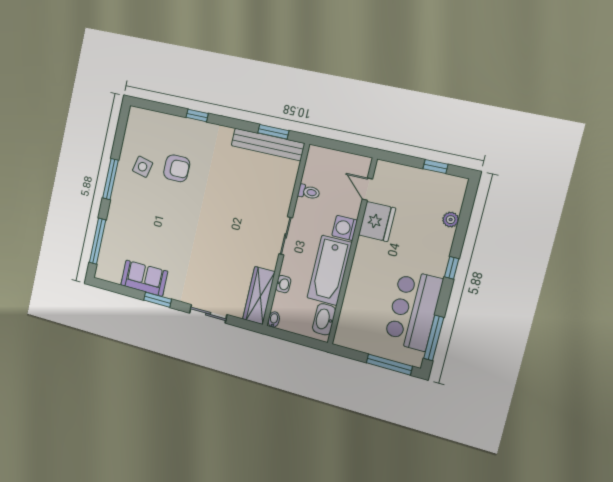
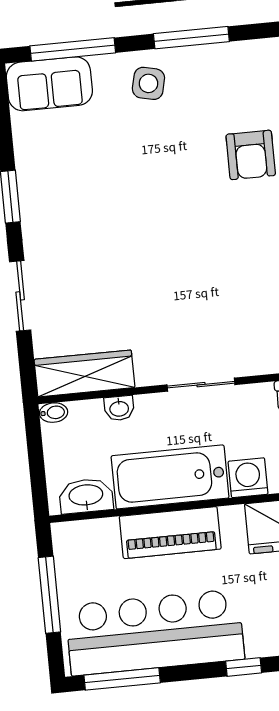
side table: (143, 167) -> (148, 83), moved
sofa: (144, 278) -> (49, 84), moved, turned 90
piano: (360, 281) -> (170, 533), added
bar counter: (413, 310) -> (155, 632), width x1.36
window: (389, 365) -> (49, 595), moved

